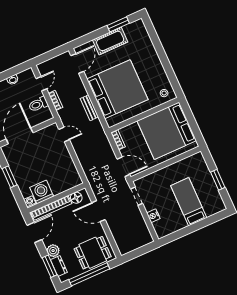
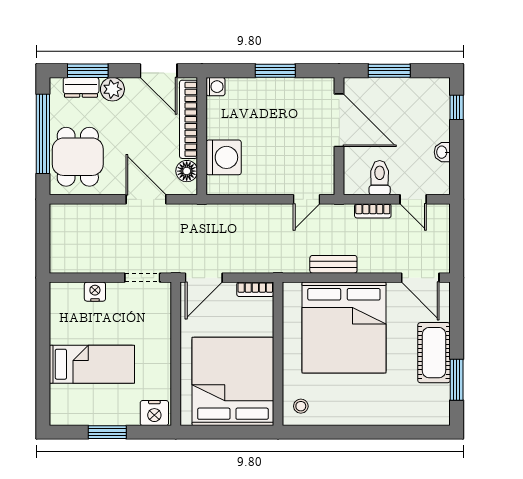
nightstand: (199, 161) -> (154, 413), added
washing machine: (42, 192) -> (224, 157), moved
door: (98, 211) -> (146, 199), hinge flipped

